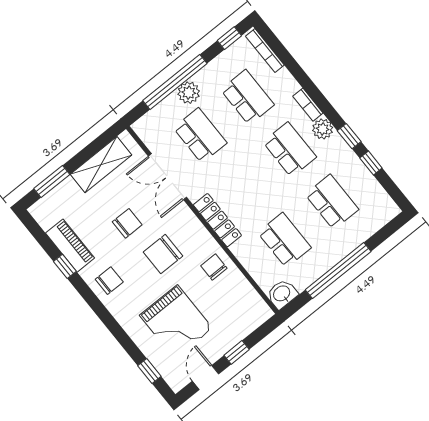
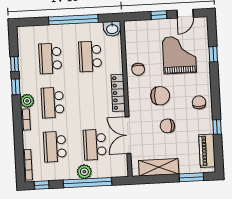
double door: (167, 177) -> (128, 135), swing flipped
piano: (70, 246) -> (207, 151), moved
chair: (109, 281) -> (199, 102), turned 90
window: (149, 371) -> (213, 54), moved

